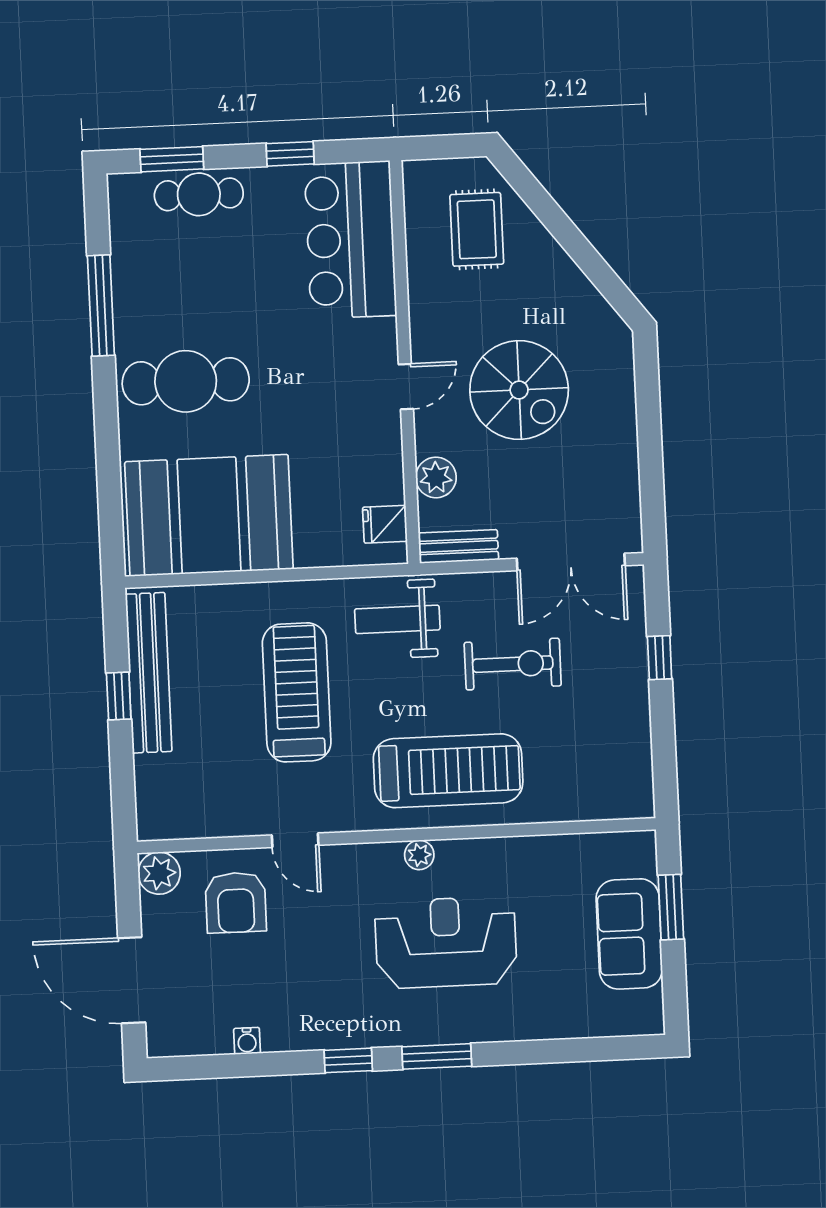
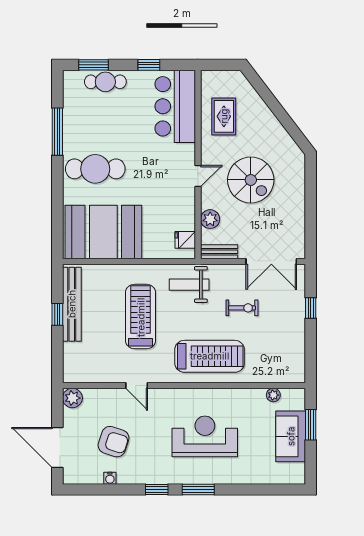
rug: (477, 229) -> (224, 116), moved
exercise bike: (513, 664) -> (242, 308), width x0.73, depth x0.72
plant: (419, 855) -> (273, 395), moved
armchair: (236, 902) -> (113, 442), moved, turned -72

